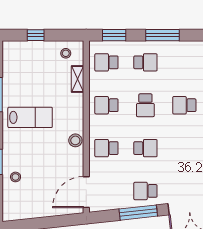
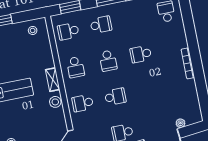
shelving: (78, 79) -> (53, 80), moved
school desk: (106, 105) -> (75, 67), turned -90

